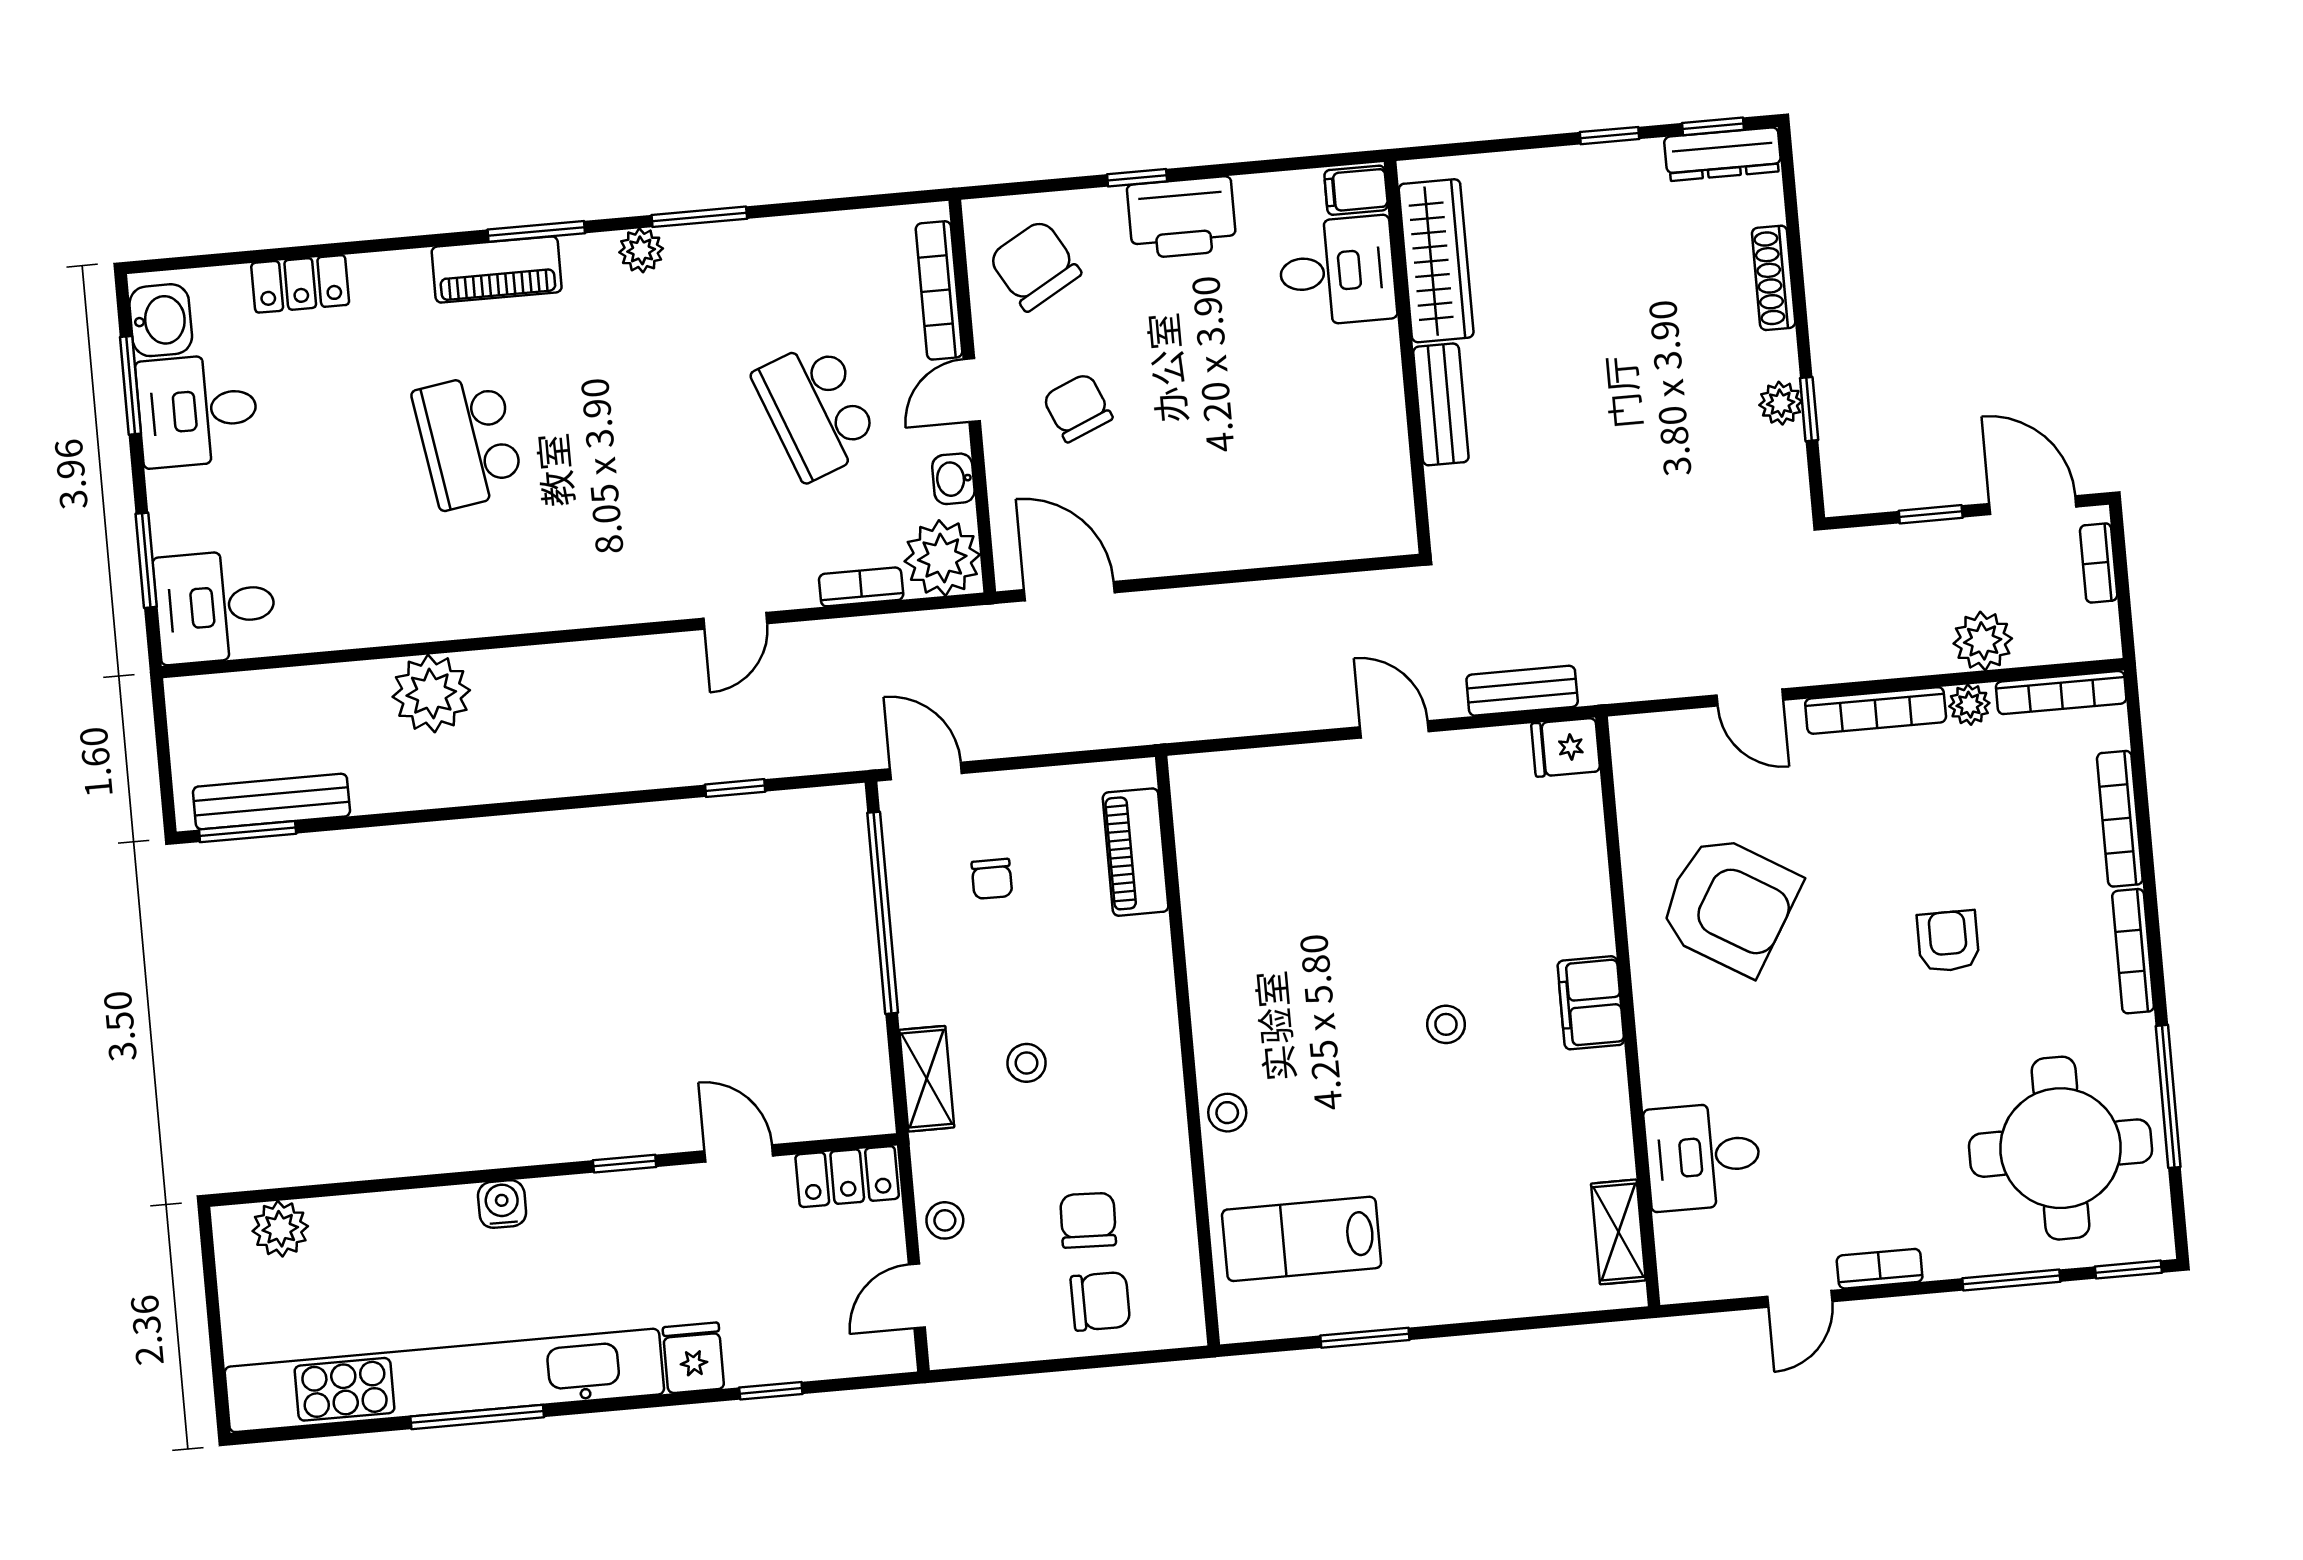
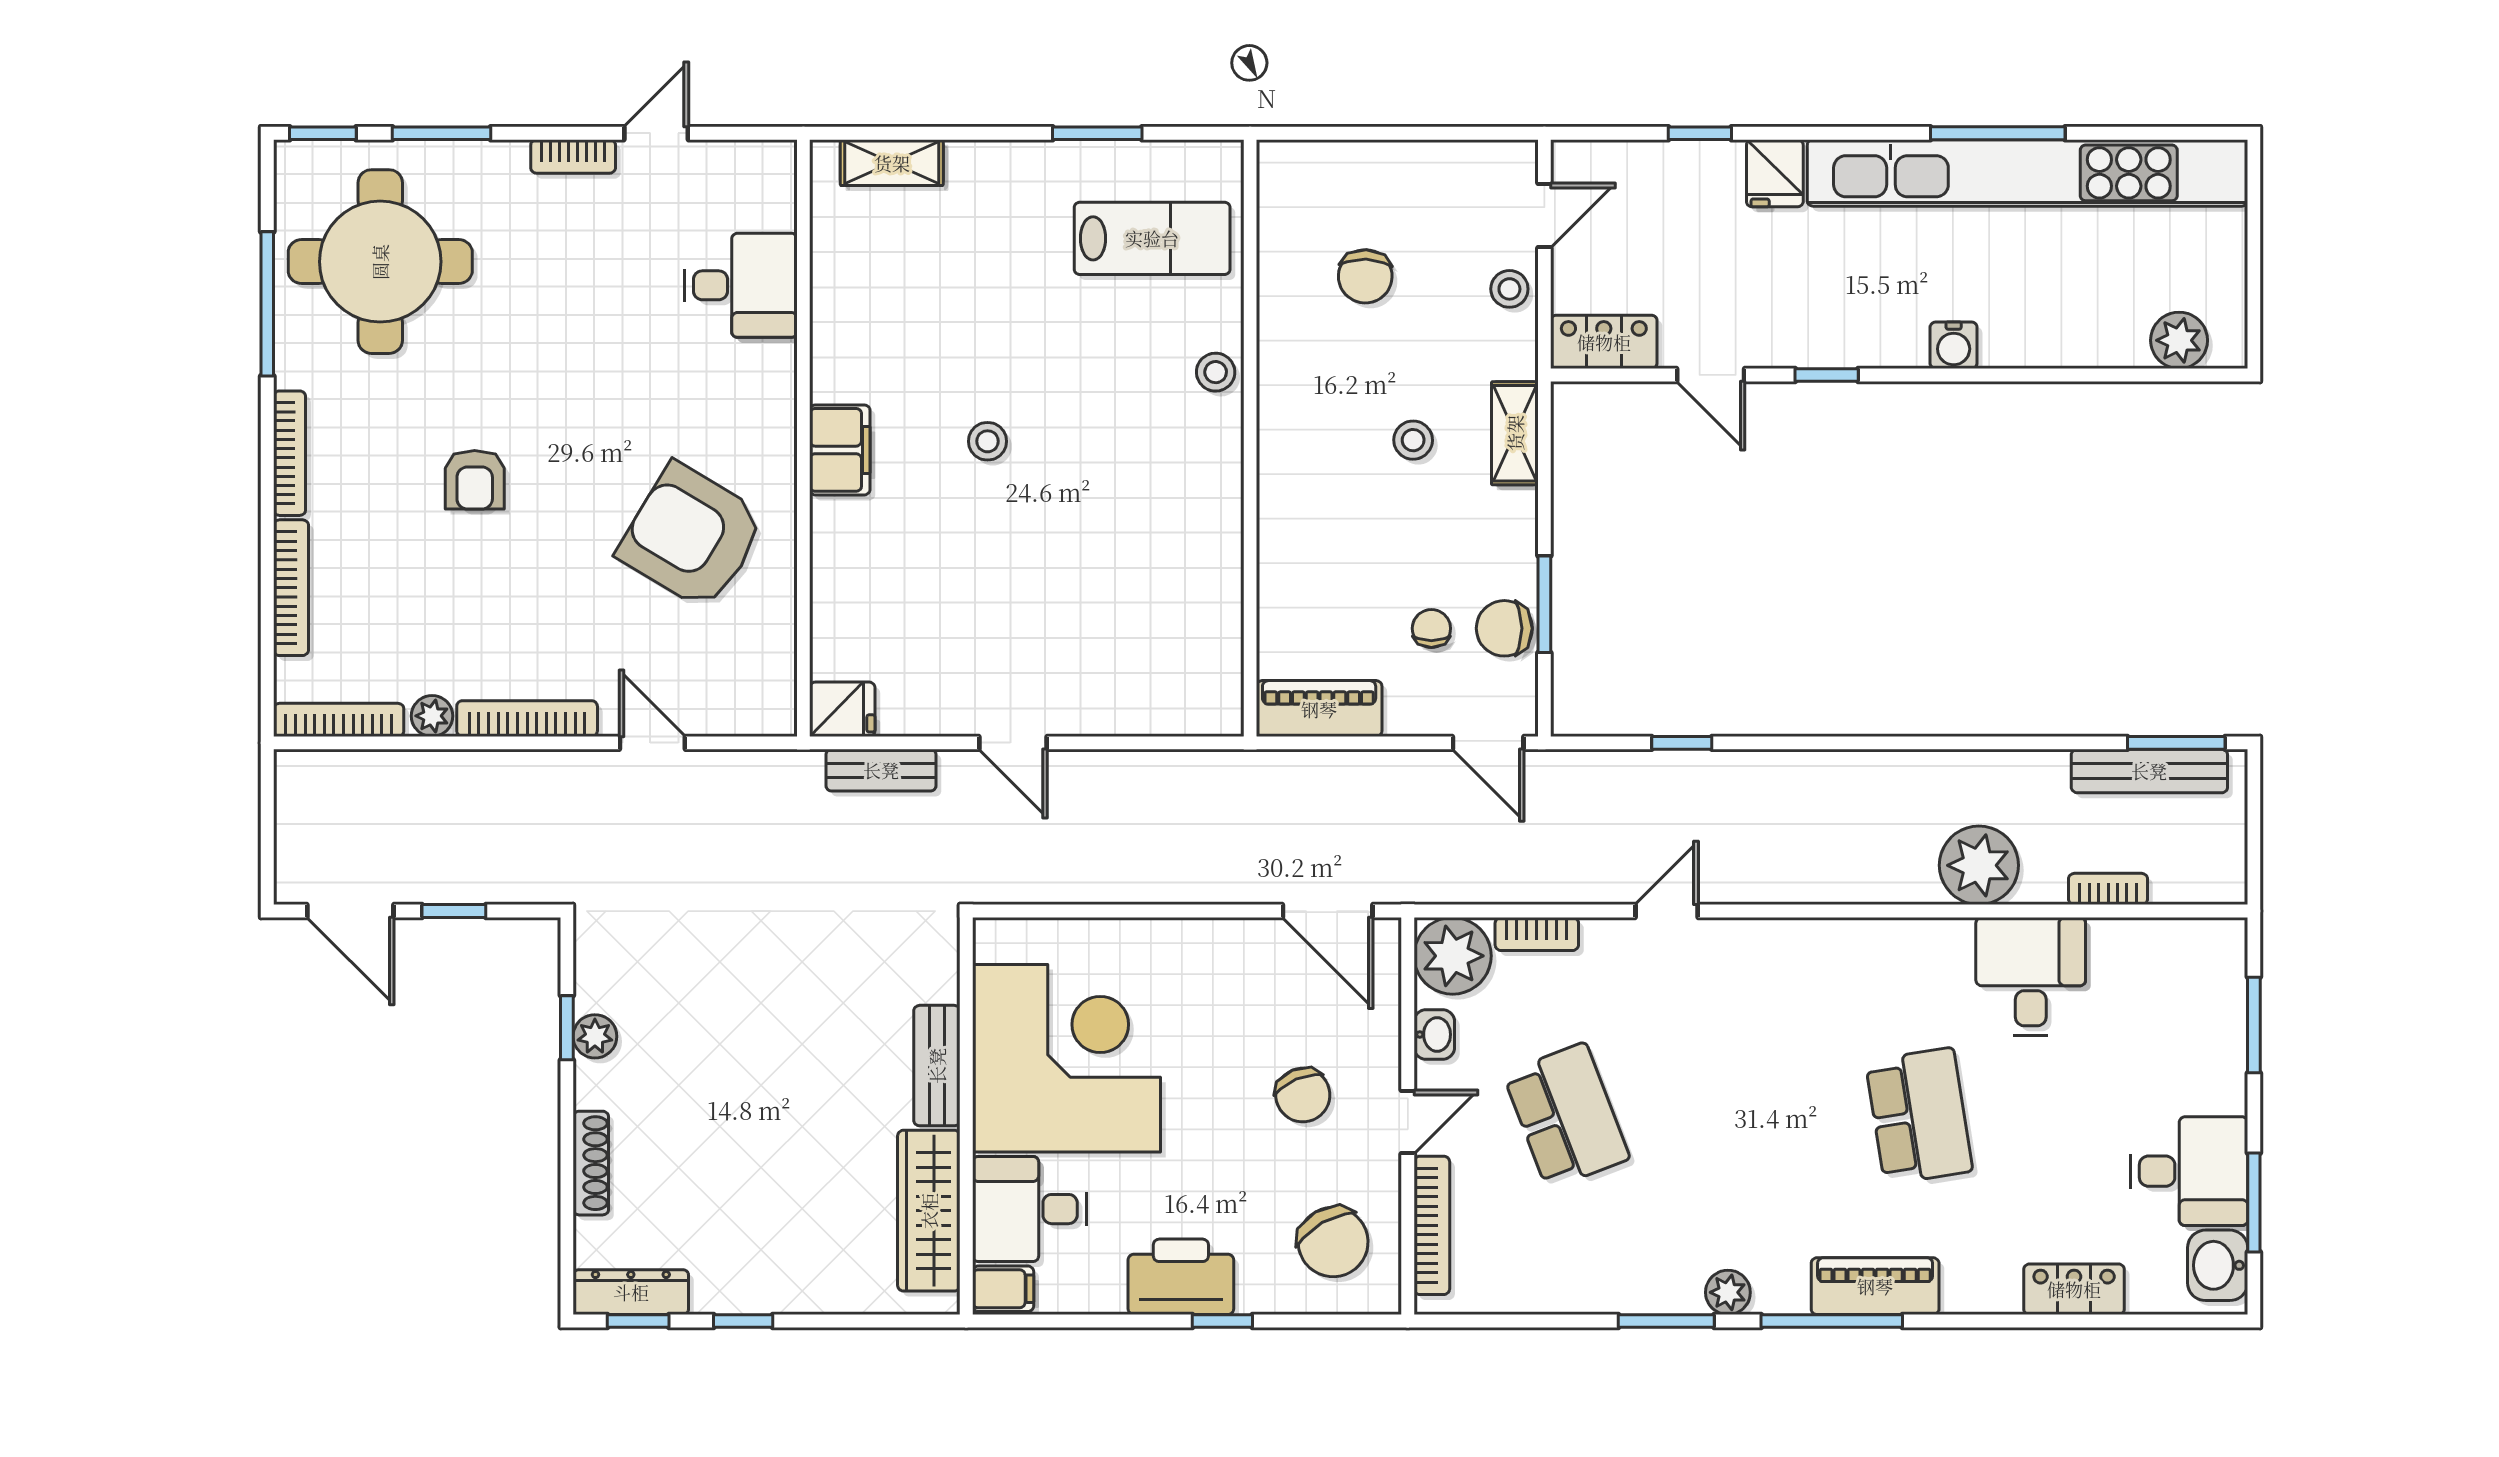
window: (536, 231) -> (1832, 1321), width x1.44
corner desk: (1314, 423) -> (1066, 1058), added
bookcase: (2099, 563) -> (2108, 889), moved, turned -90
desk: (215, 607) -> (2031, 976), moved, turned -90
plant: (1983, 641) -> (413, 779), removed
piano: (1136, 852) -> (1319, 709), moved, turned -90
window: (883, 913) -> (1544, 604), width x0.47
shelving: (1618, 1232) -> (892, 163), moved, turned 90
chair: (1100, 1301) -> (1504, 628), moved

